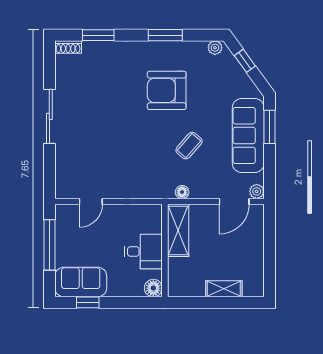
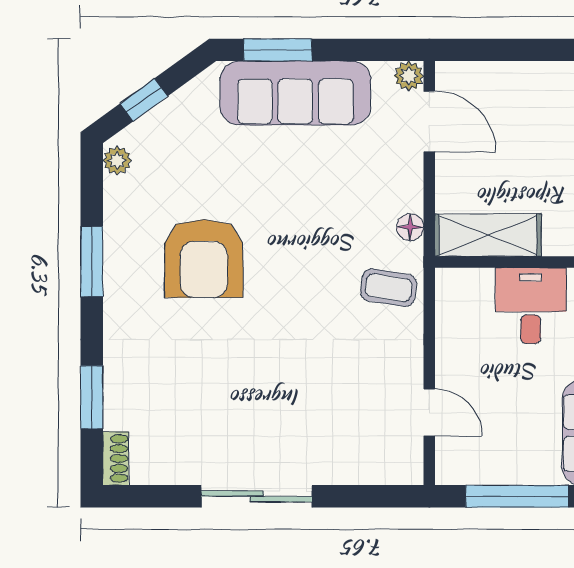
coffee table: (189, 146) -> (389, 288), moved, turned -32

